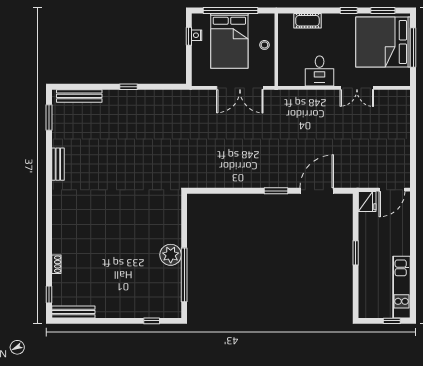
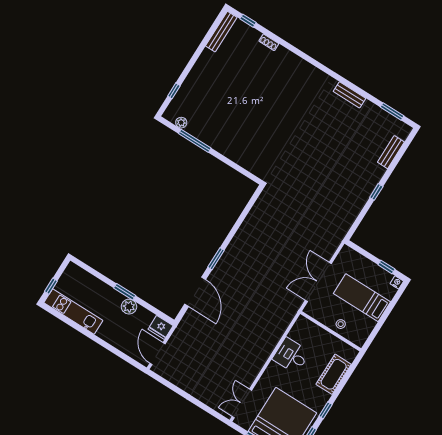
window: (230, 10) -> (386, 314), removed
cot: (307, 21) -> (334, 374), width x1.37, depth x1.34
nightstand: (197, 35) -> (397, 282), moved
bed: (229, 41) -> (362, 298), width x0.67
double door: (357, 88) -> (242, 403), moved
bench: (79, 96) -> (391, 152), width x0.73
plant: (366, 241) -> (129, 307), added
plant: (171, 255) -> (181, 123), moved, width x0.53, depth x0.53
window: (184, 275) -> (195, 141), width x0.68

